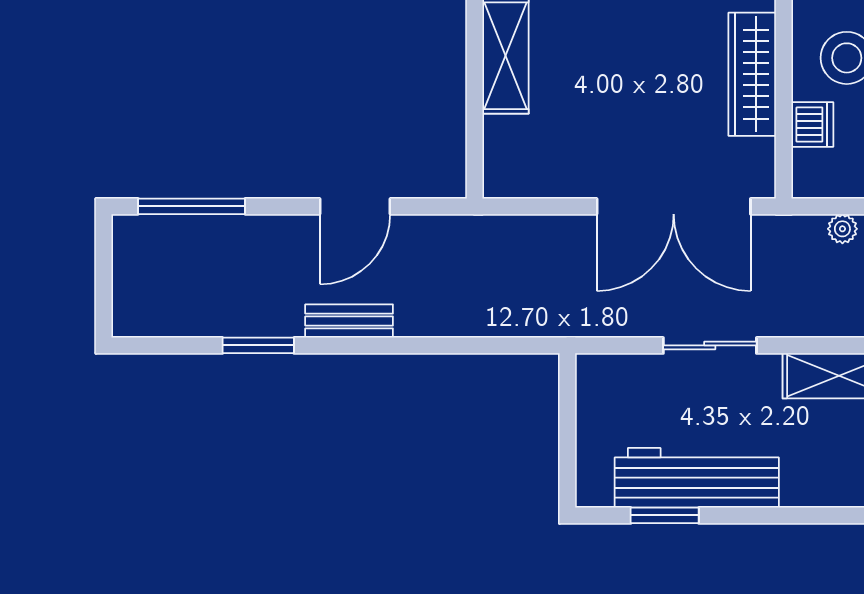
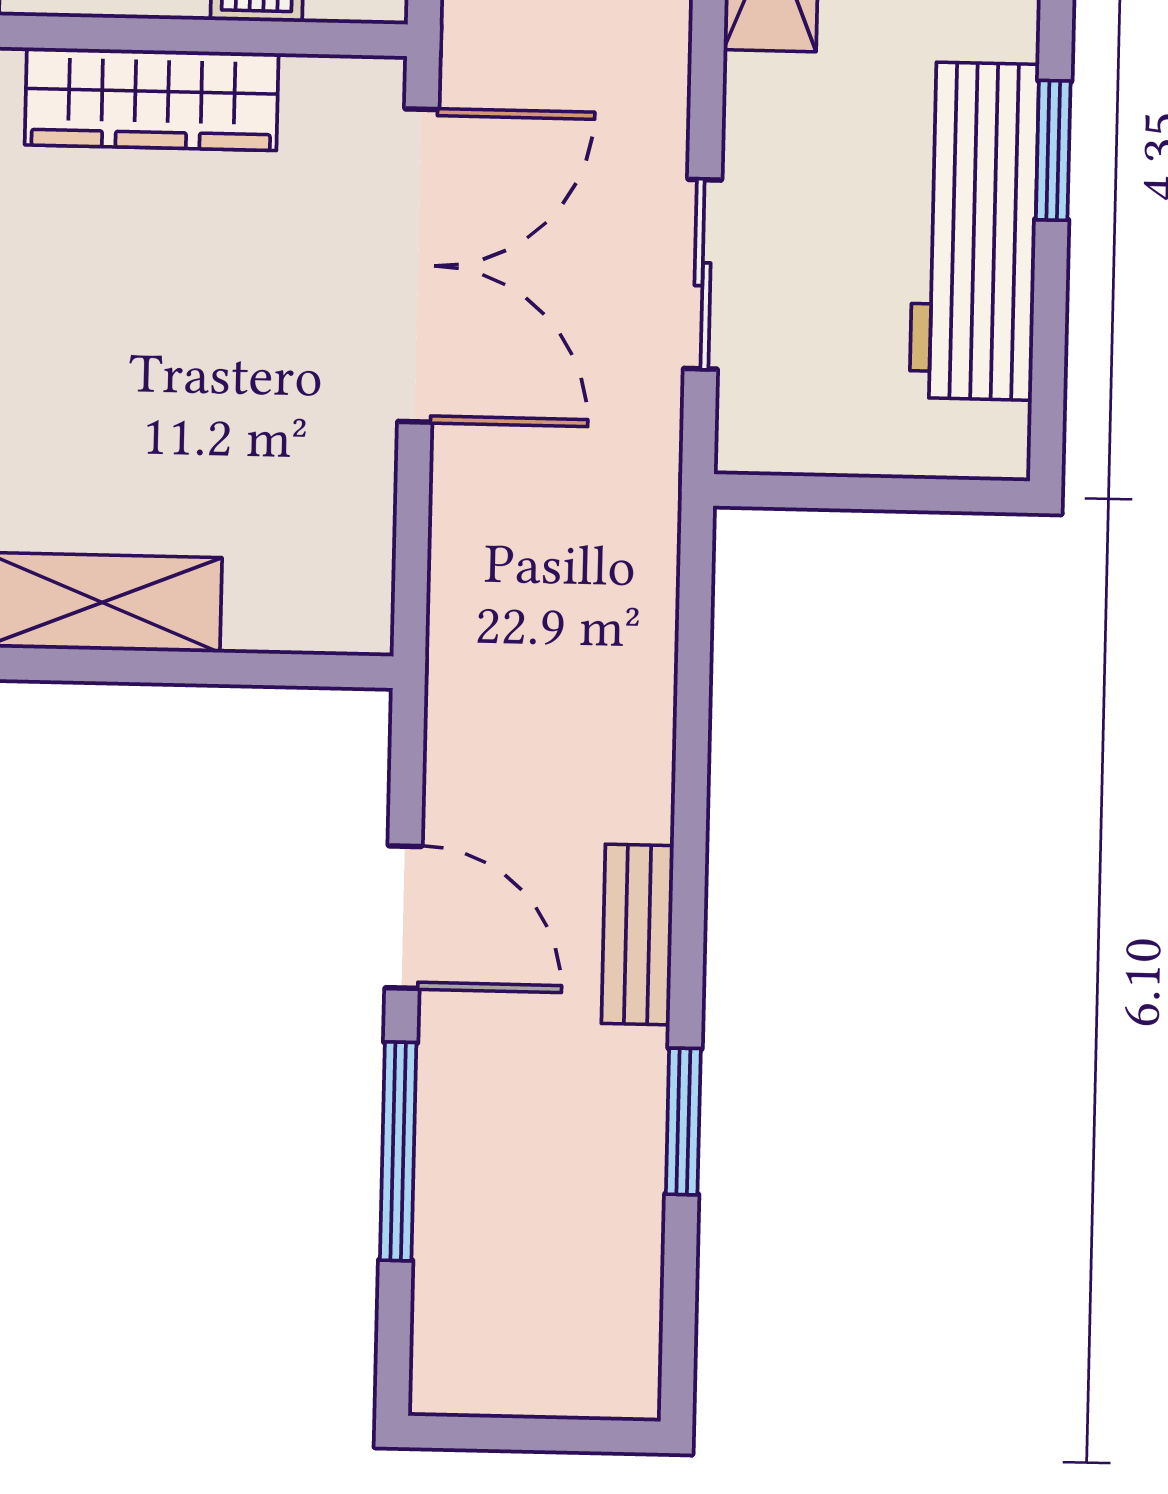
window: (192, 206) -> (398, 1151), moved
sliding door: (710, 345) -> (703, 274), moved
window: (665, 515) -> (1053, 150), moved

